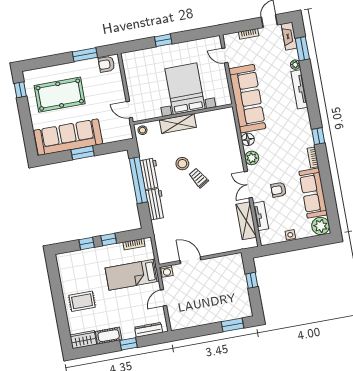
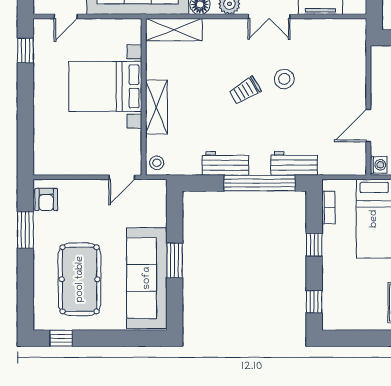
window: (163, 40) -> (25, 50), moved
stool: (182, 164) -> (284, 79), moved
window: (138, 180) -> (260, 183), moved
workbench: (156, 204) -> (294, 163), moved
shelving: (246, 221) -> (174, 30), moved
window: (87, 243) -> (314, 302), moved

